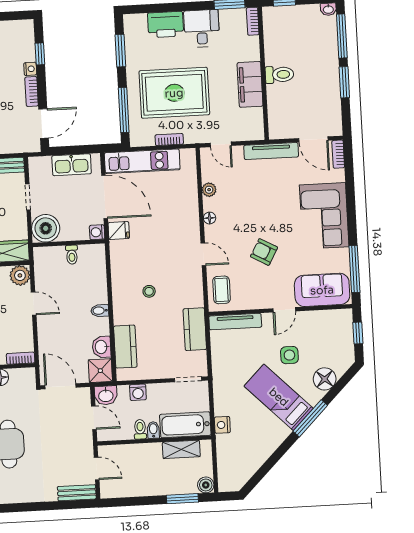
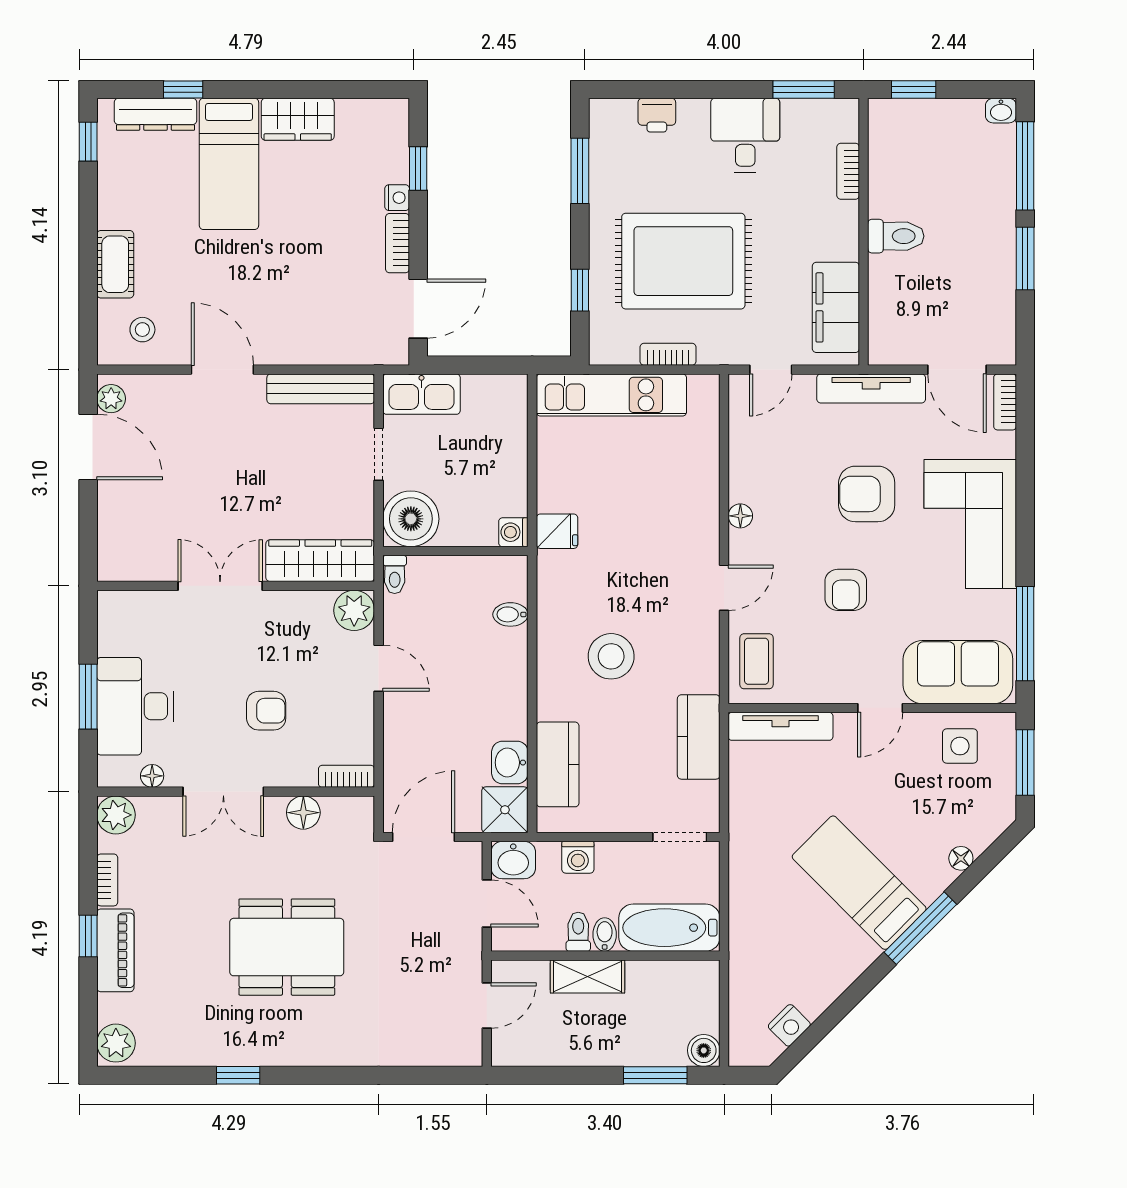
bookcase: (253, 21) -> (848, 171), moved
printer: (166, 24) -> (657, 115), width x0.53, depth x0.68
filing cabinet: (250, 84) -> (836, 307), moved
window: (124, 110) -> (580, 290), width x0.46
door: (221, 144) -> (771, 370), hinge flipped
kitchen sink: (72, 165) -> (421, 394), moved
plant: (209, 190) -> (742, 459), removed
door: (105, 197) -> (532, 462), removed
armchair: (272, 204) -> (867, 494), added
armchair: (264, 252) -> (846, 590), turned -119
door: (203, 254) -> (724, 588), hinge flipped
toilet: (72, 255) -> (395, 574), moved
stool: (149, 291) -> (611, 656), width x1.89, depth x1.89
bidet: (100, 311) -> (510, 614), moved
window: (358, 333) -> (1025, 763), width x1.50
side table: (289, 355) -> (960, 746), moved
floor lamp: (325, 379) -> (961, 858), width x0.53, depth x0.53
door: (61, 386) -> (424, 837), hinge flipped
nightstand: (222, 425) -> (789, 1025), moved, turned -135
shelving: (181, 449) -> (588, 977), moved
door: (97, 468) -> (487, 1006), hinge flipped
bench: (77, 493) -> (444, 1052), removed

